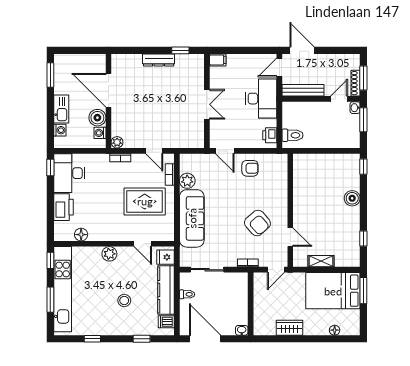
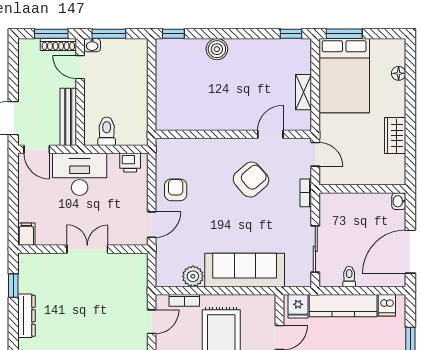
toilet: (292, 135) -> (107, 131), moved
window: (363, 239) -> (291, 34), moved

